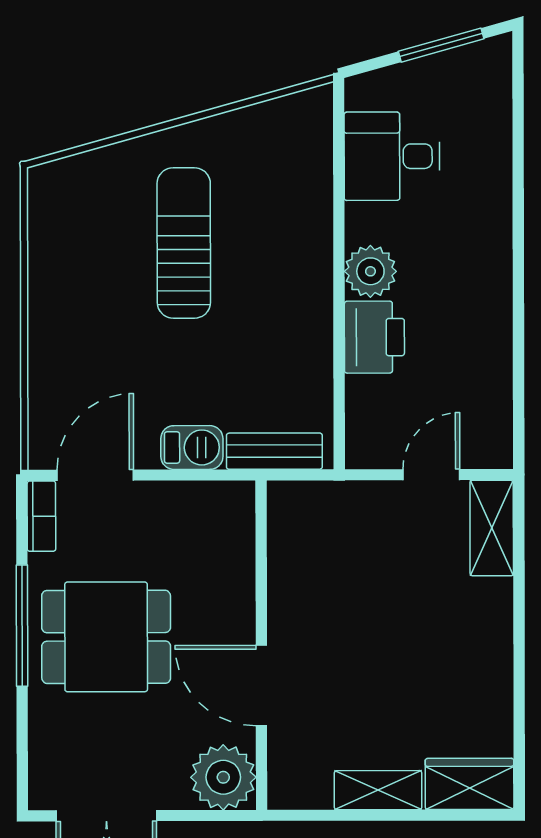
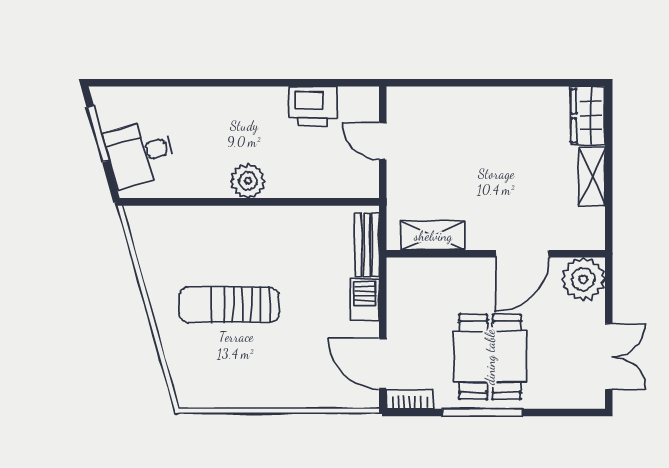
desk: (392, 156) -> (140, 153), moved, turned 74
printer: (374, 337) -> (313, 106), moved, turned 180
shelving: (492, 528) -> (433, 236), moved

